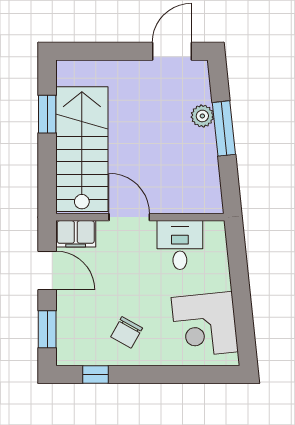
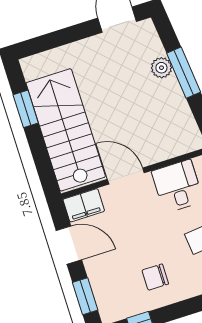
chair: (127, 332) -> (155, 277), turned 61

